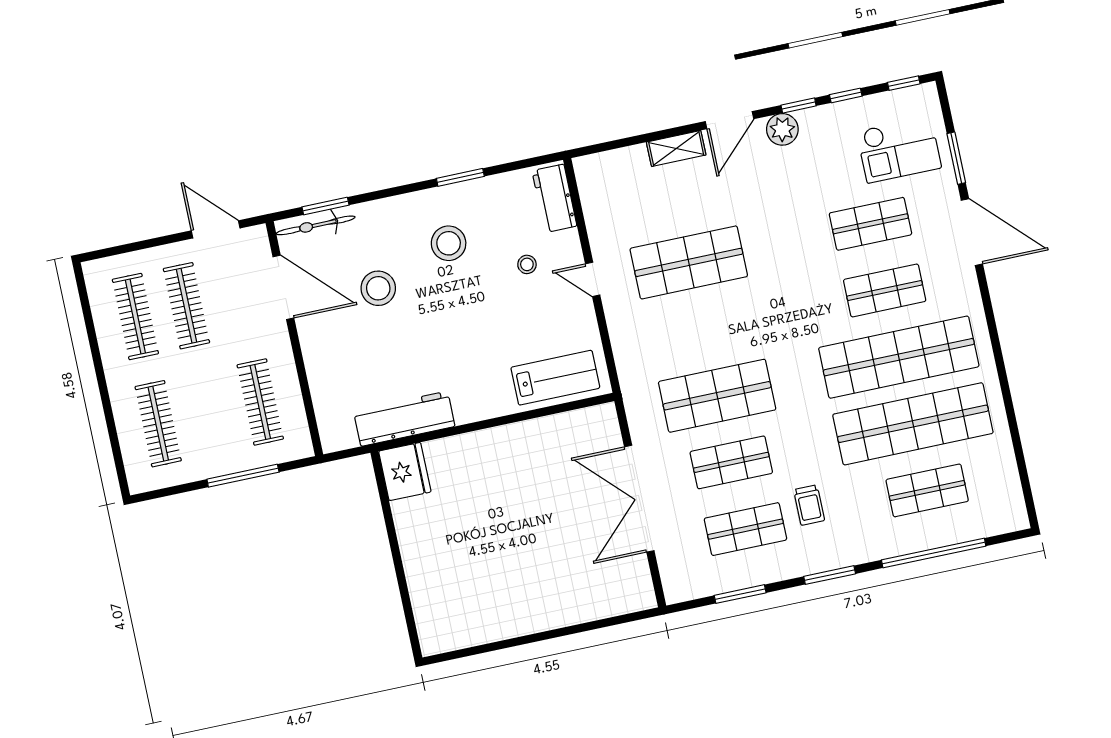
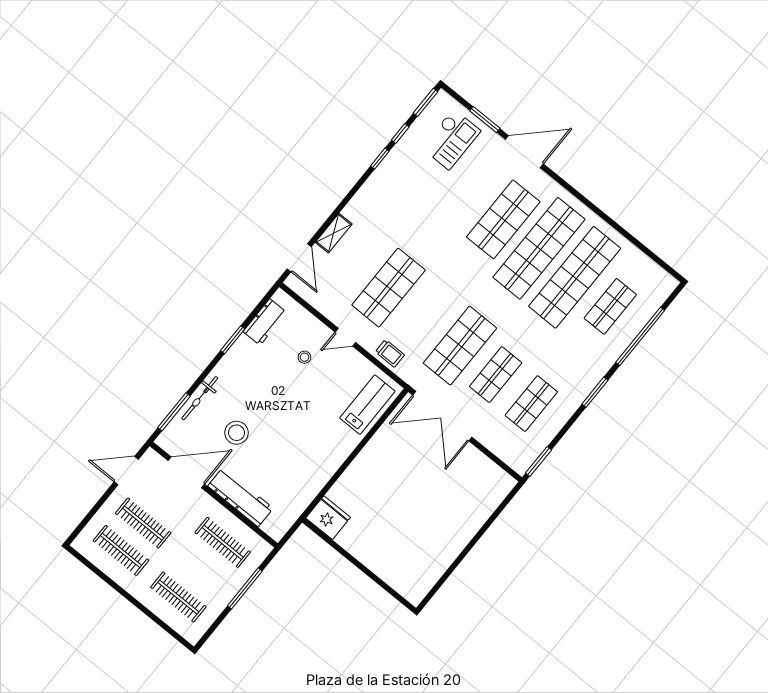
window: (904, 83) -> (425, 102), width x1.50
door: (729, 120) -> (299, 258), moved
plant: (782, 129) -> (381, 178), removed
workbench: (554, 198) -> (265, 322), moved, turned -90
window: (325, 206) -> (174, 412), width x1.44
shop shelf: (870, 224) -> (468, 190), removed
bicycle: (316, 225) -> (200, 398), moved
stool: (449, 243) -> (254, 379), removed
shop shelf: (885, 290) -> (503, 219), width x1.43, depth x1.36
workbench: (404, 419) -> (241, 497), moved, turned 90
double door: (639, 499) -> (442, 416), moved
trolley: (809, 505) -> (390, 353), moved
window: (740, 594) -> (539, 462), moved

